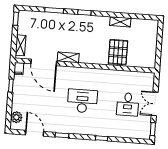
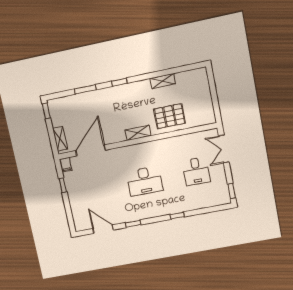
pallet: (118, 52) -> (169, 116), turned 90
shelving: (68, 57) -> (138, 133), moved
door: (44, 62) -> (91, 150), swing flipped
desk: (82, 101) -> (145, 181), turned 180
double door: (155, 104) -> (224, 149), moved
plant: (16, 117) -> (79, 217), removed

